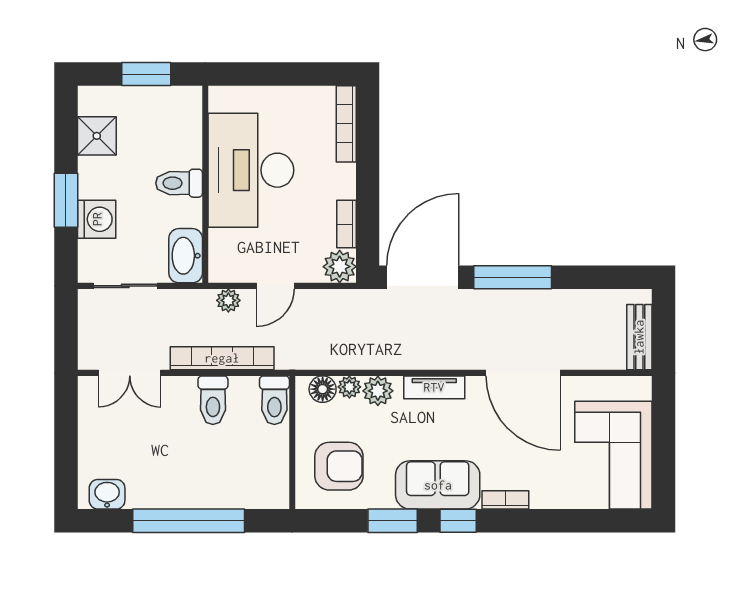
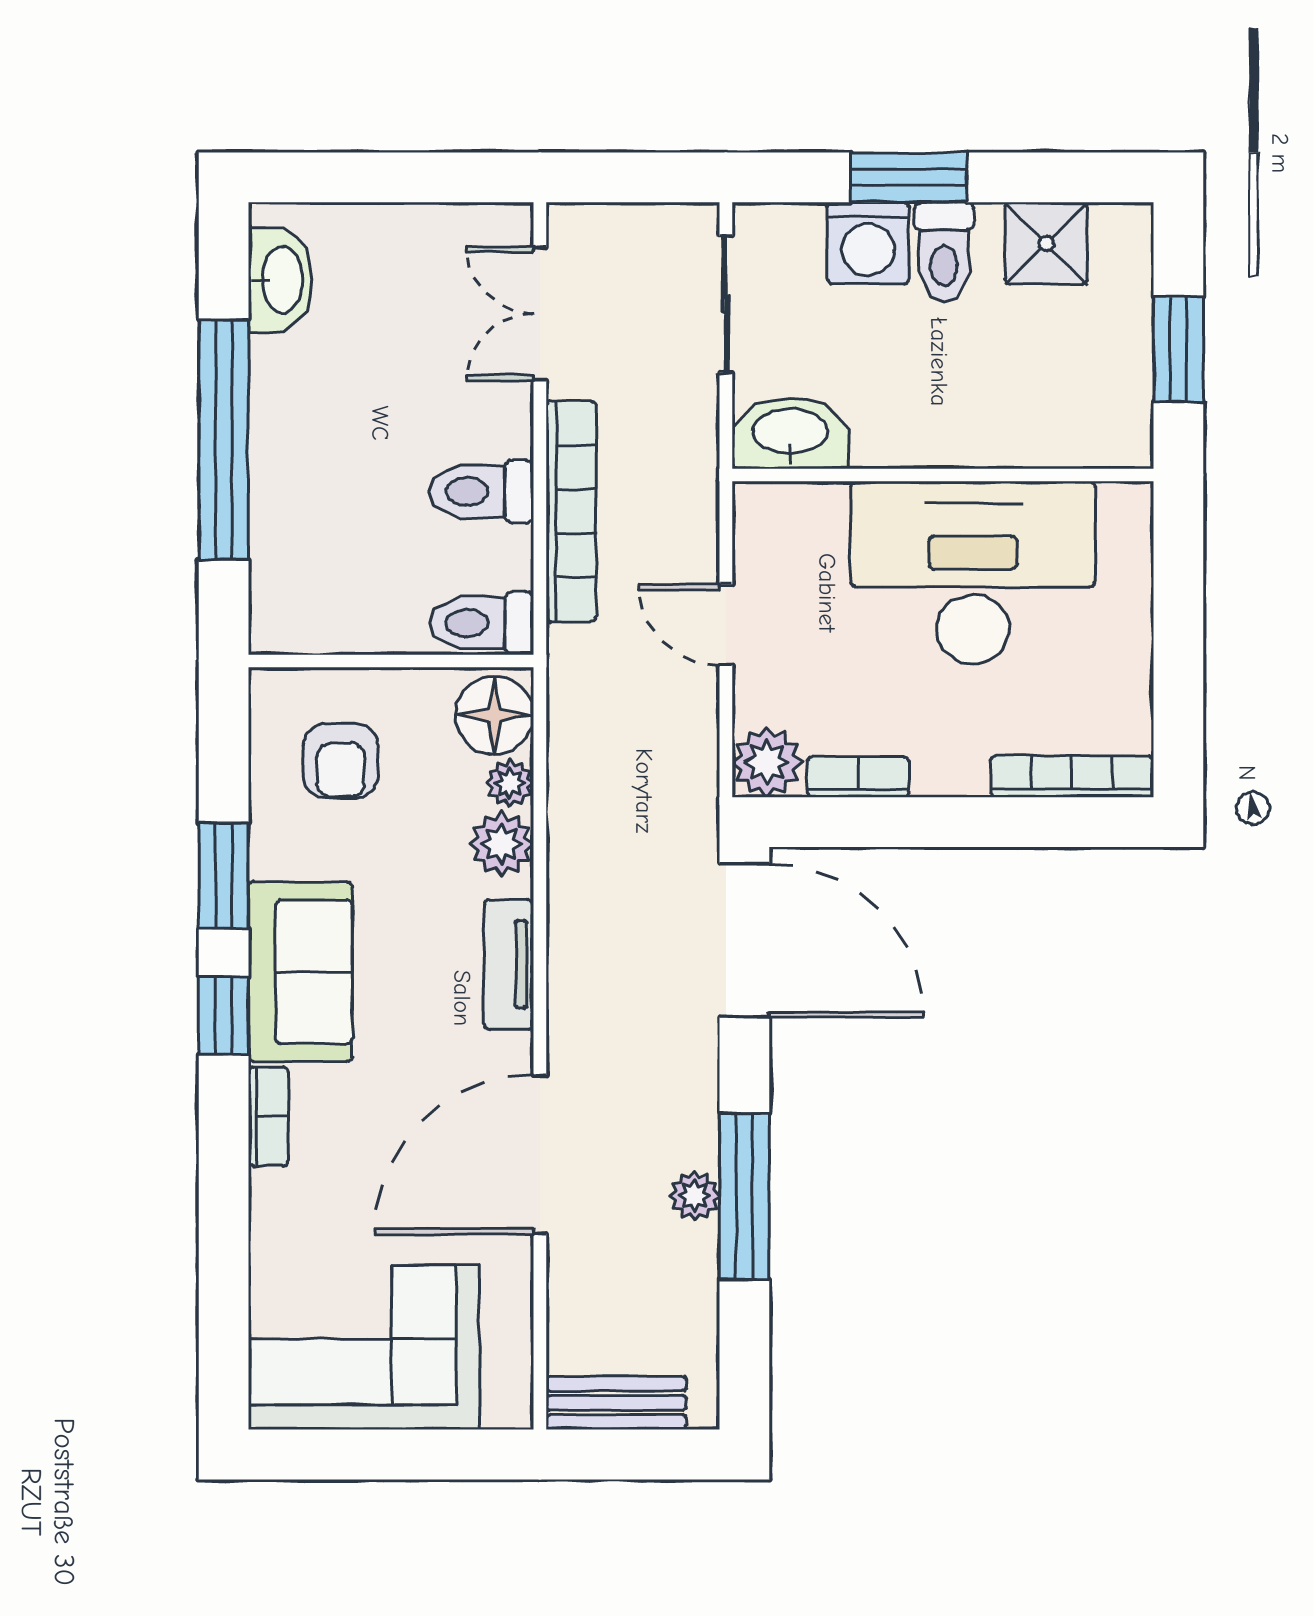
toilet: (179, 183) -> (944, 252), moved, turned 180
window: (513, 277) -> (744, 1196), moved
plant: (228, 300) -> (695, 1196), moved
floor lamp: (323, 389) -> (494, 715), width x1.38, depth x1.38
armchair: (339, 466) -> (341, 761), width x0.72, depth x0.72
washbasin: (107, 494) -> (280, 280), width x1.38

